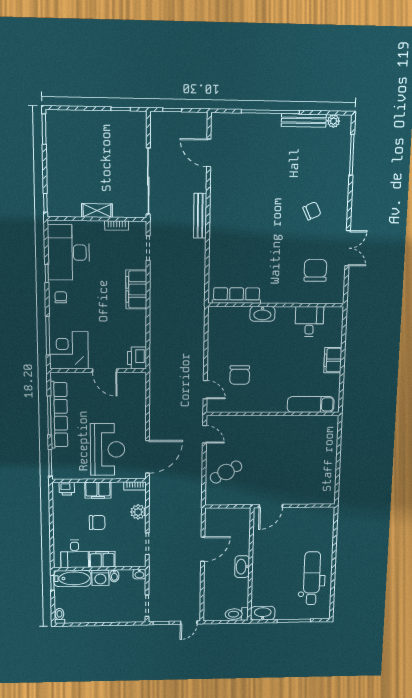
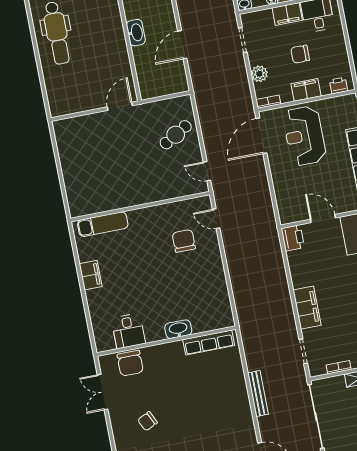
row of seats: (237, 295) -> (209, 343), moved
wall: (276, 305) -> (166, 341), moved
washbasin: (262, 314) -> (178, 329), moved
desk: (309, 322) -> (128, 331), moved

